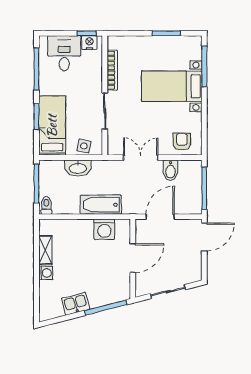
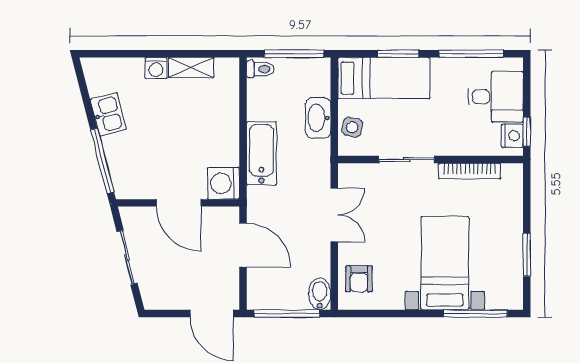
armchair: (182, 142) -> (359, 279), turned 90
bidet: (170, 170) -> (320, 294), moved, turned 90
washing machine: (104, 229) -> (223, 183), moved

